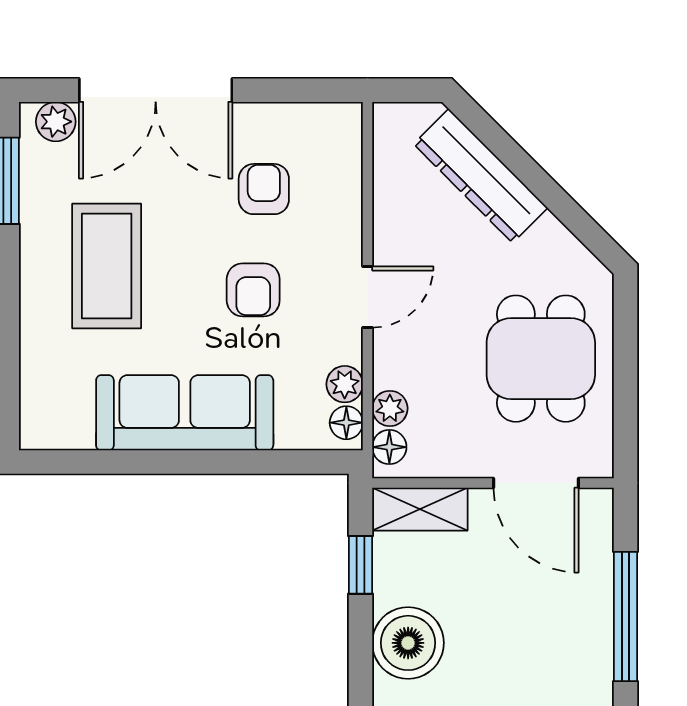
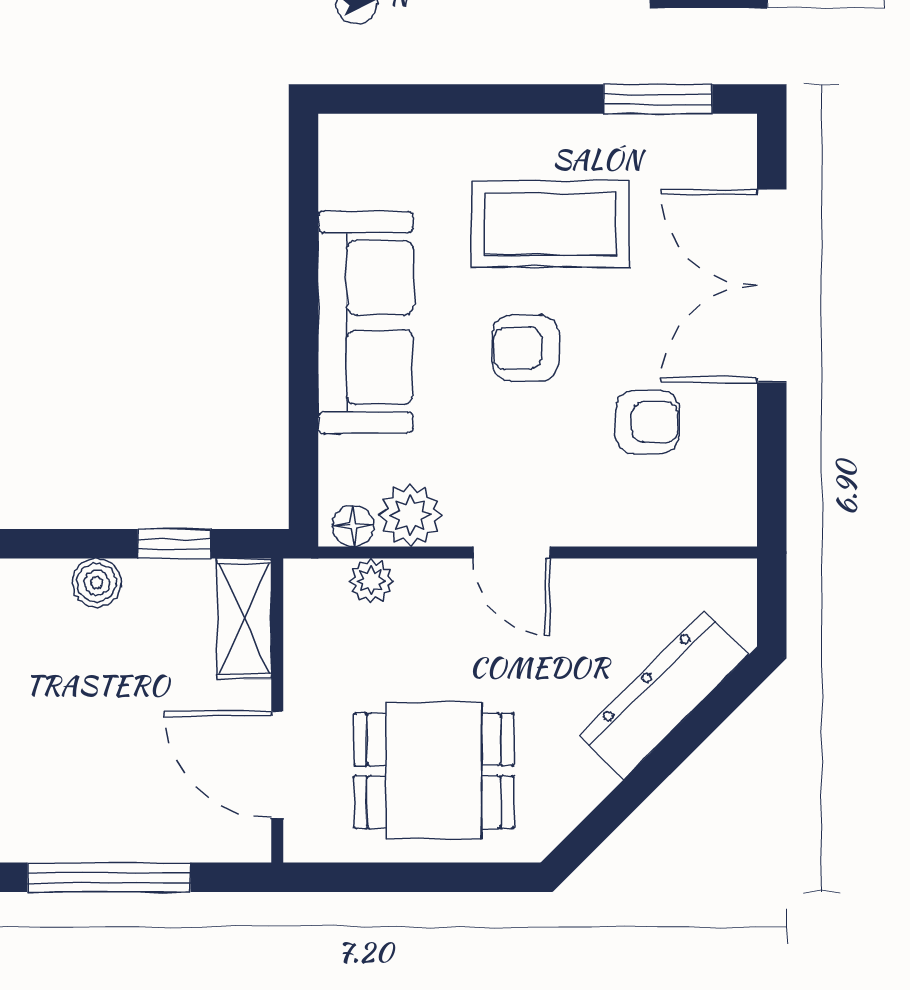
plant: (56, 122) -> (732, 160), removed
armchair: (253, 290) -> (526, 348), moved
plant: (345, 384) -> (410, 515), width x1.38, depth x1.38
floor lamp: (389, 447) -> (323, 580), removed
door: (536, 483) -> (277, 765), hinge flipped
boiler: (408, 643) -> (97, 583), width x0.54, depth x0.54

